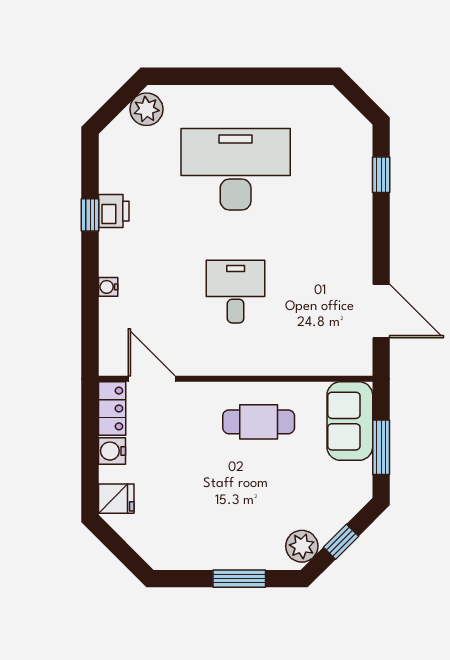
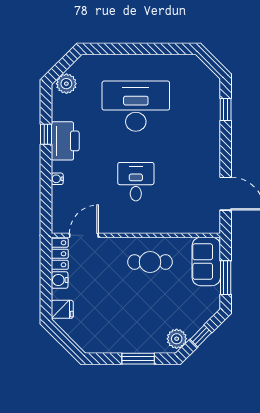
plant: (146, 109) -> (66, 84), moved
printer: (114, 211) -> (65, 141), width x1.87, depth x1.48
door: (152, 379) -> (84, 235), hinge flipped

